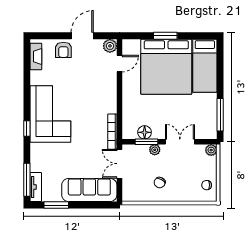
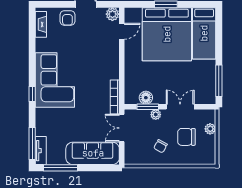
plant: (211, 150) -> (210, 129), moved
chair: (207, 185) -> (186, 137), moved, width x1.87, depth x1.87
window: (56, 205) -> (61, 168), width x1.44

